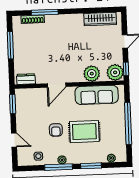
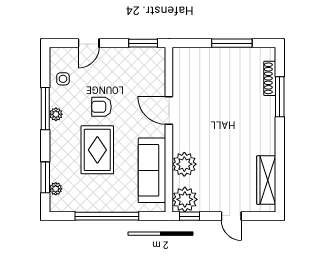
dresser: (26, 79) -> (180, 65), removed
window: (91, 166) -> (45, 177), moved

